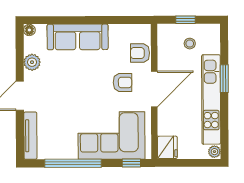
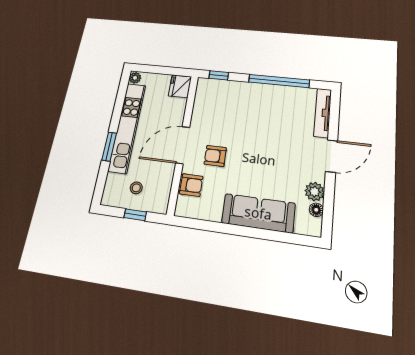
floor lamp: (29, 30) -> (316, 210), moved
corner sofa: (111, 135) -> (235, 104), removed

